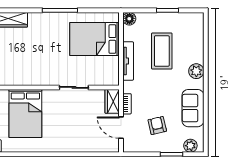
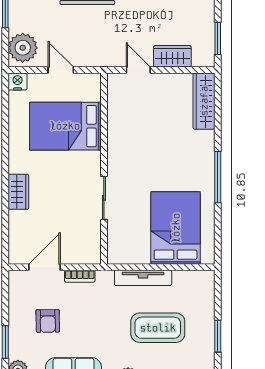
floor lamp: (129, 19) -> (205, 280), removed
wardrobe: (112, 101) -> (18, 192), moved, turned 90
armchair: (157, 125) -> (48, 321), turned 102

